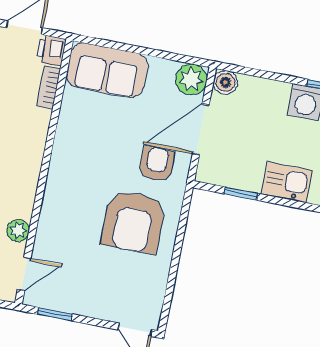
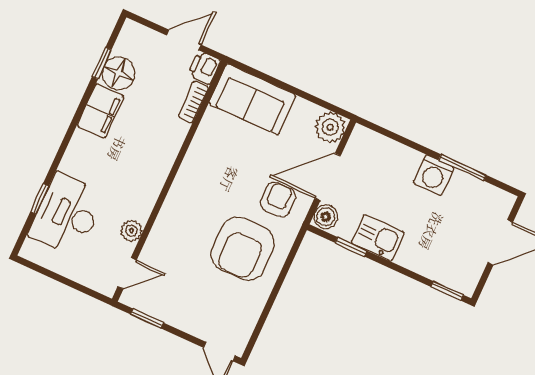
boiler: (225, 82) -> (326, 217), moved
kitchen sink: (287, 182) -> (378, 238), moved

